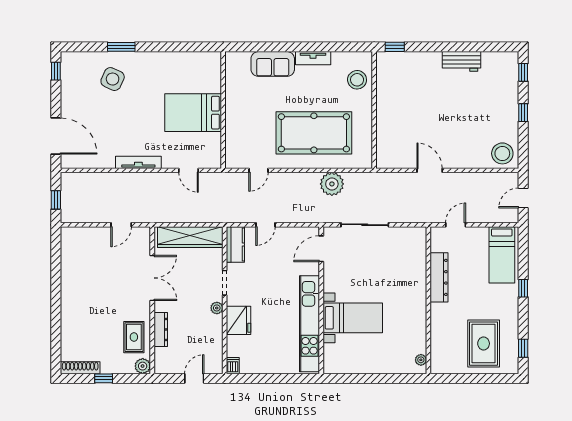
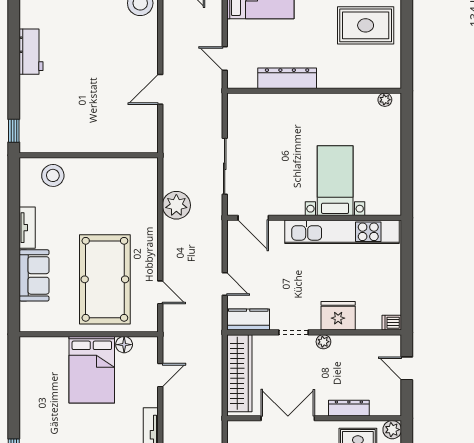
pool table: (314, 133) -> (105, 279), moved
floor lamp: (214, 140) -> (124, 345), added

